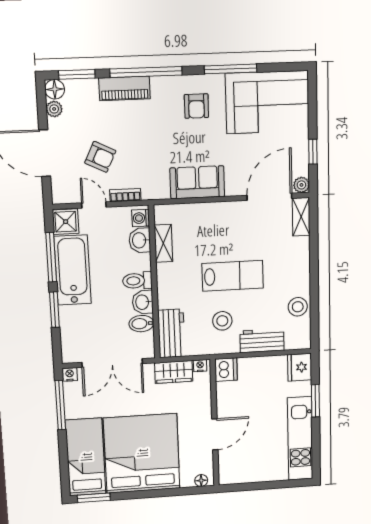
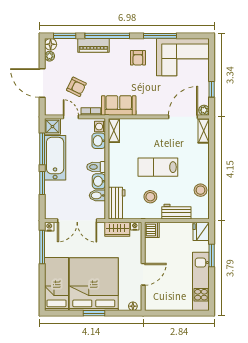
sofa: (197, 182) -> (119, 105), moved
shelving: (163, 243) -> (114, 130), moved
lab bench: (233, 276) -> (158, 167), turned 180
window: (94, 498) -> (94, 313), moved

